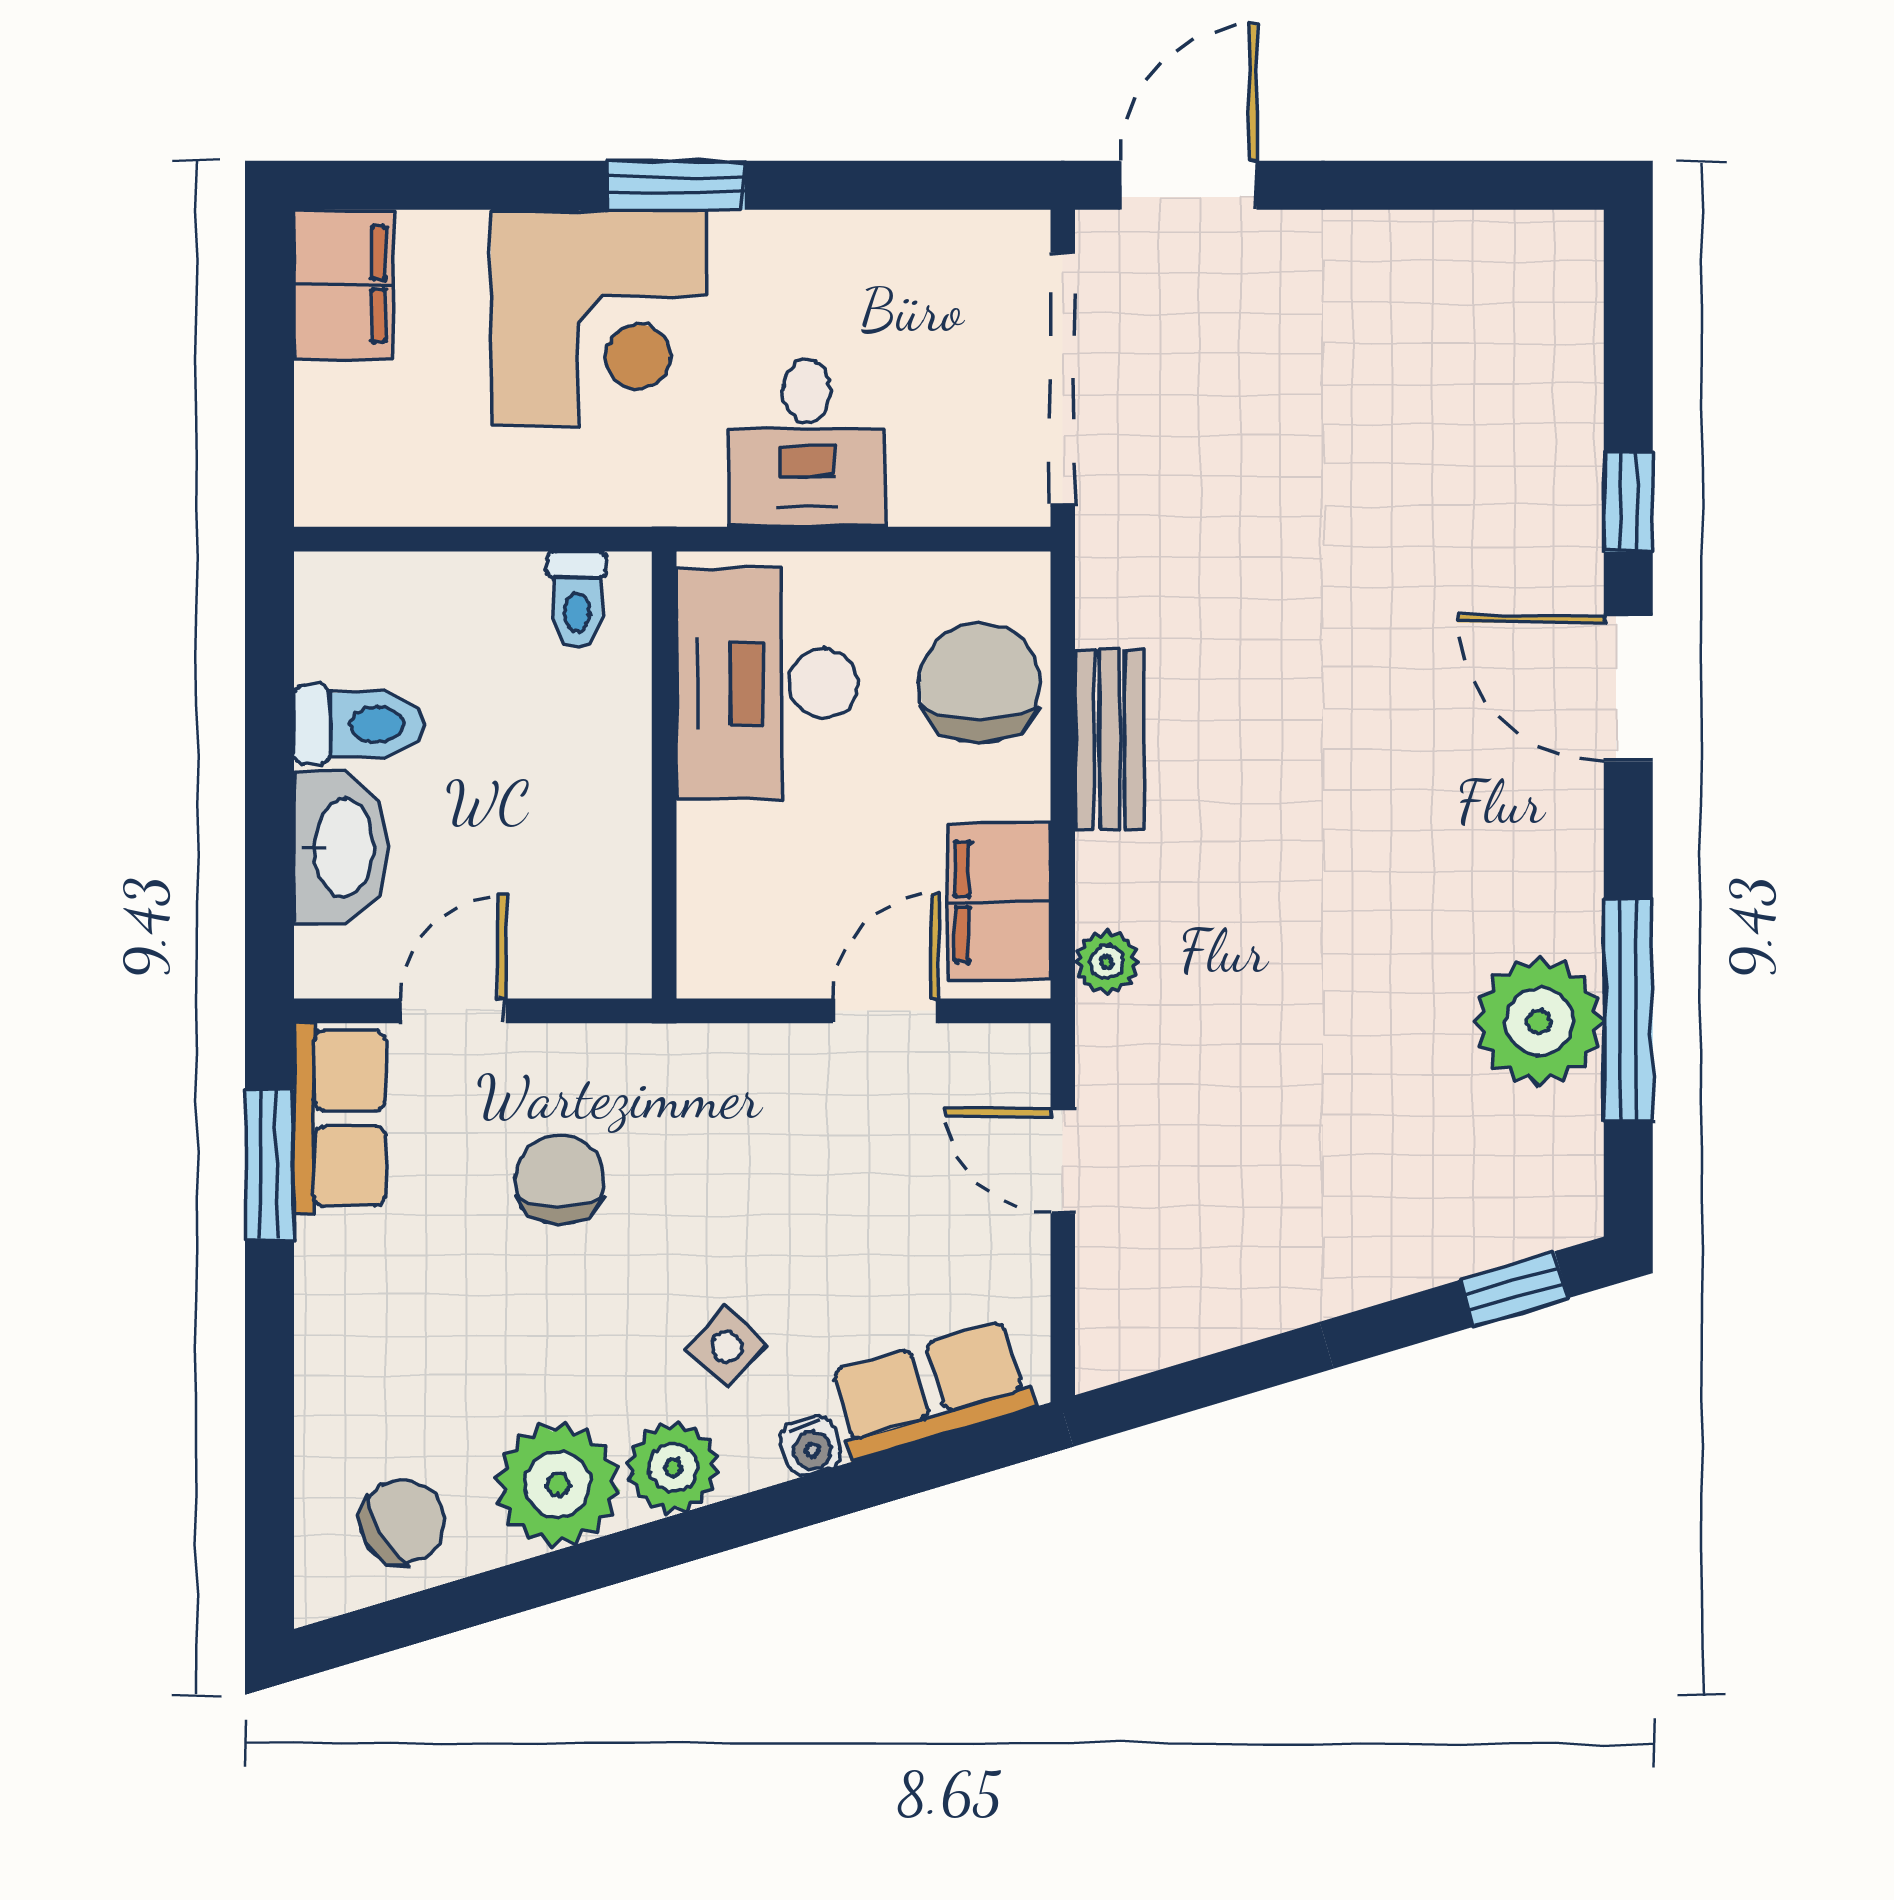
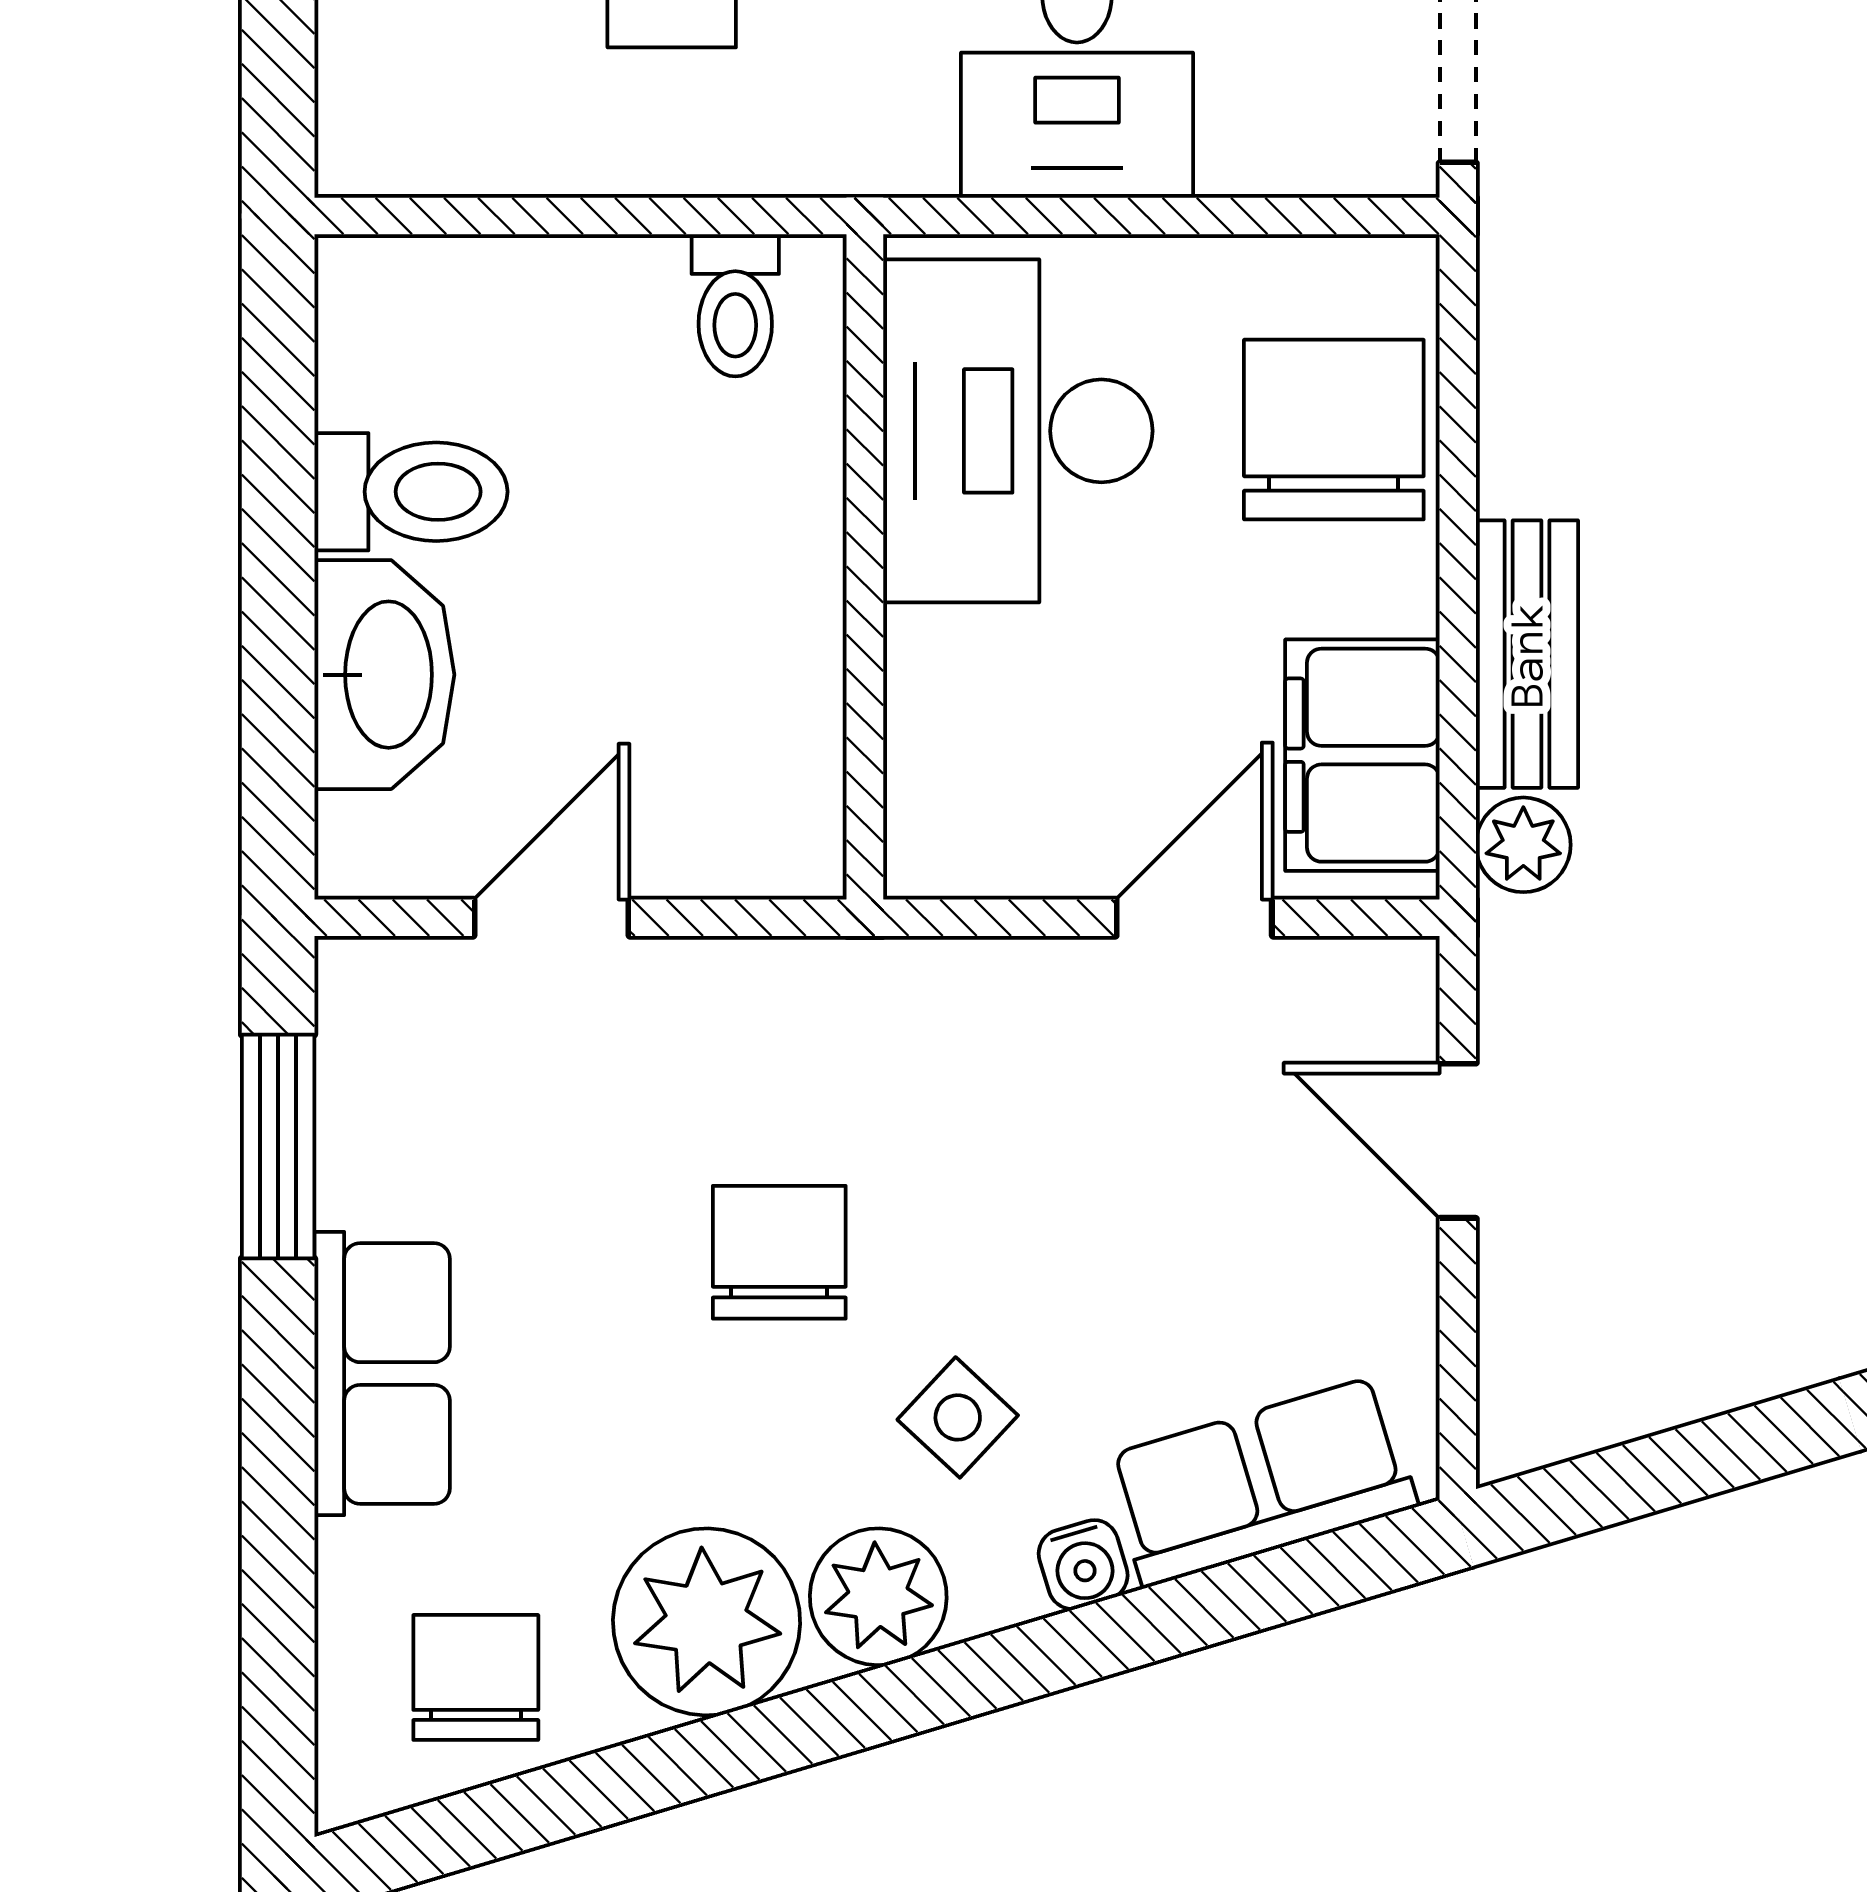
bench: (1109, 740) -> (1527, 654), moved
row of seats: (340, 1118) -> (382, 1374), moved
chair: (560, 1180) -> (779, 1252), moved
chair: (403, 1522) -> (476, 1677), turned -59

